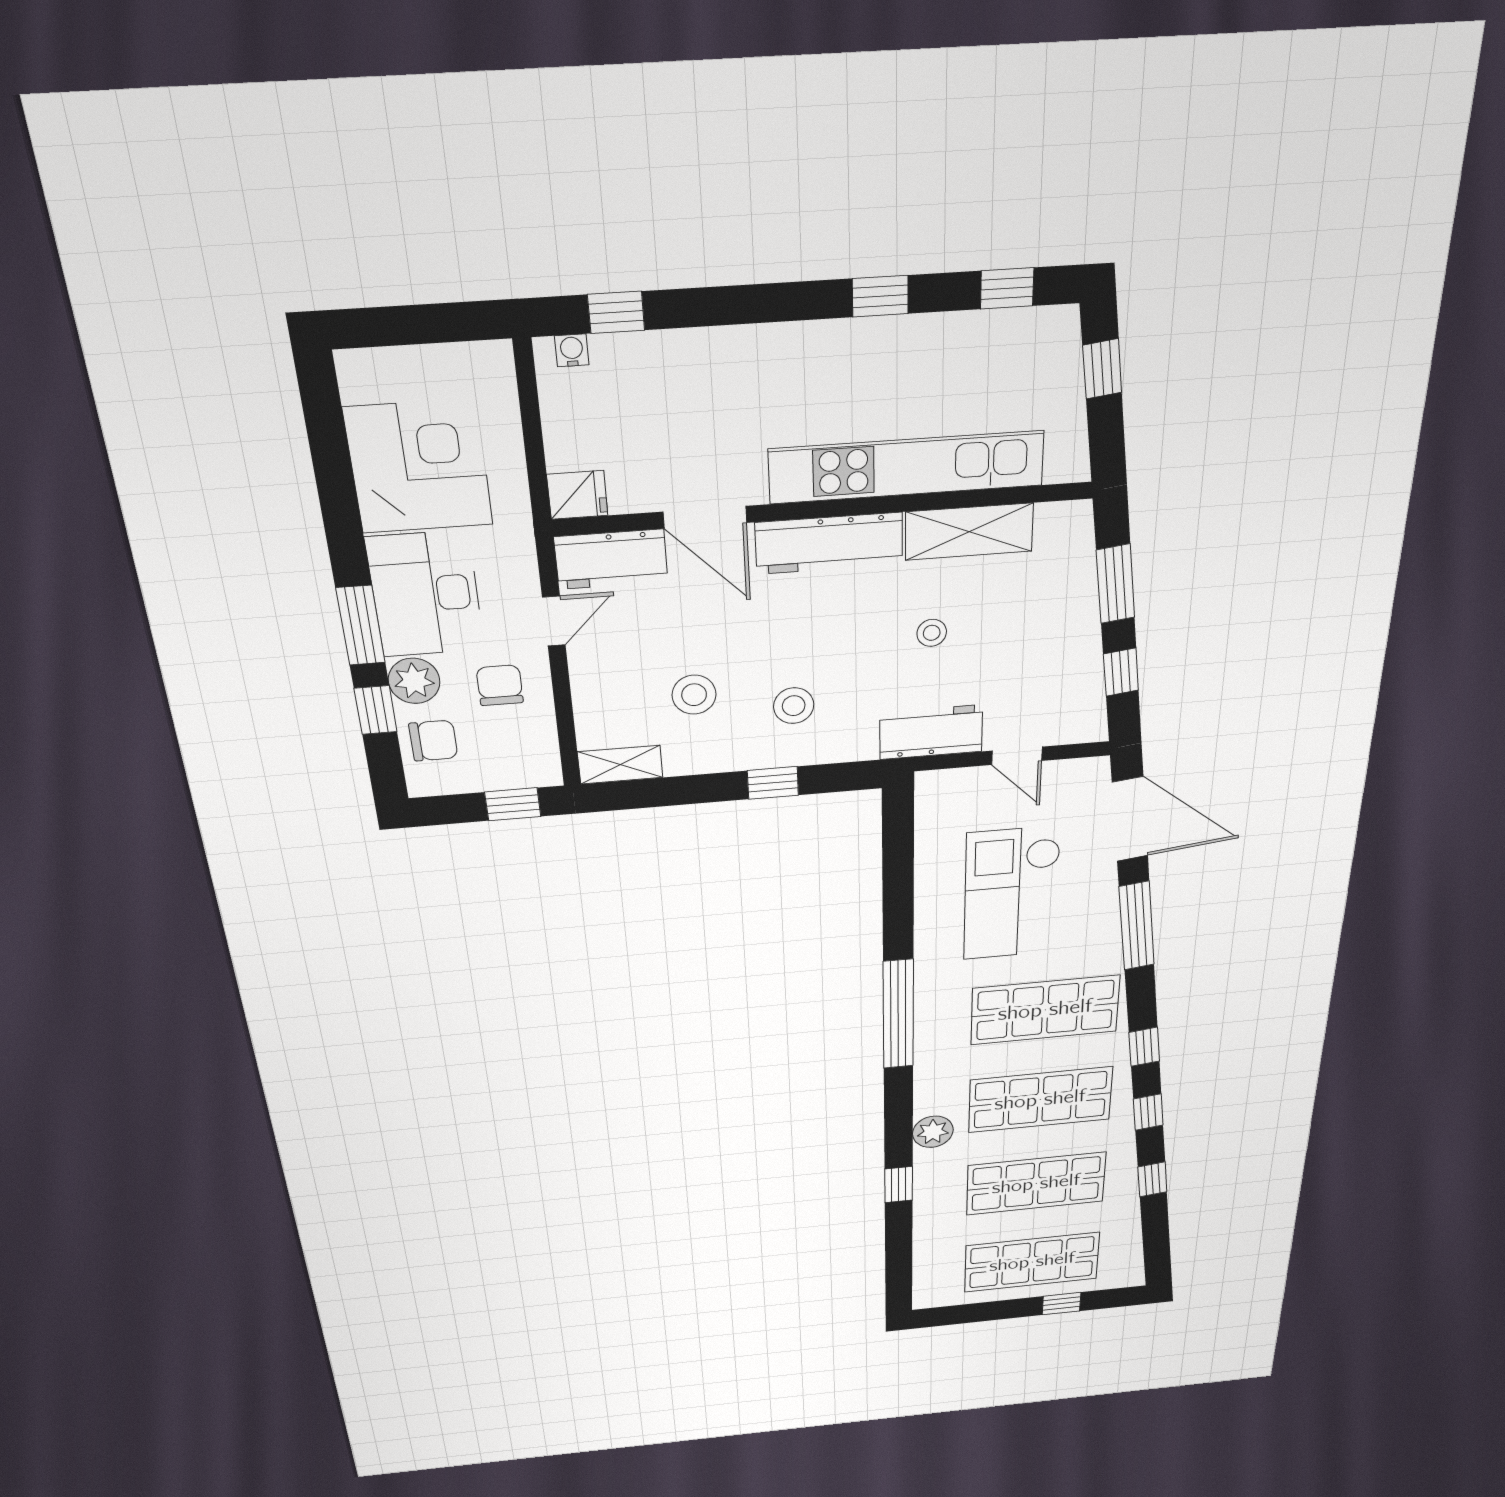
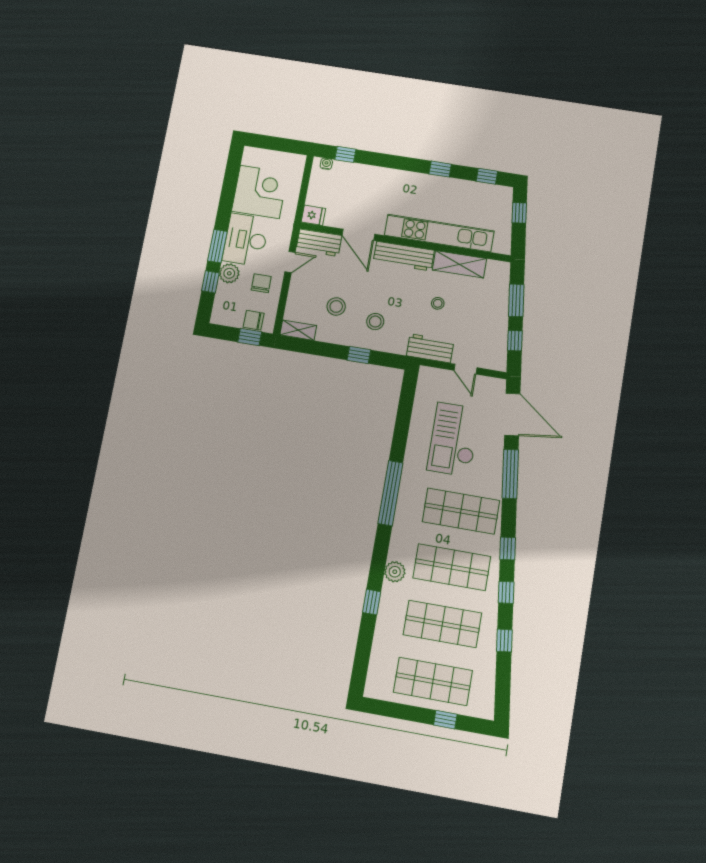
chair: (433, 741) -> (254, 320), moved, turned 180

